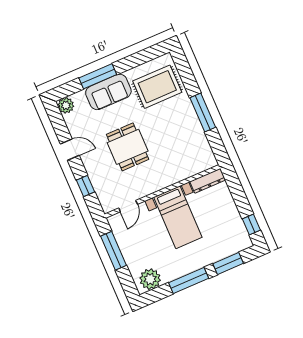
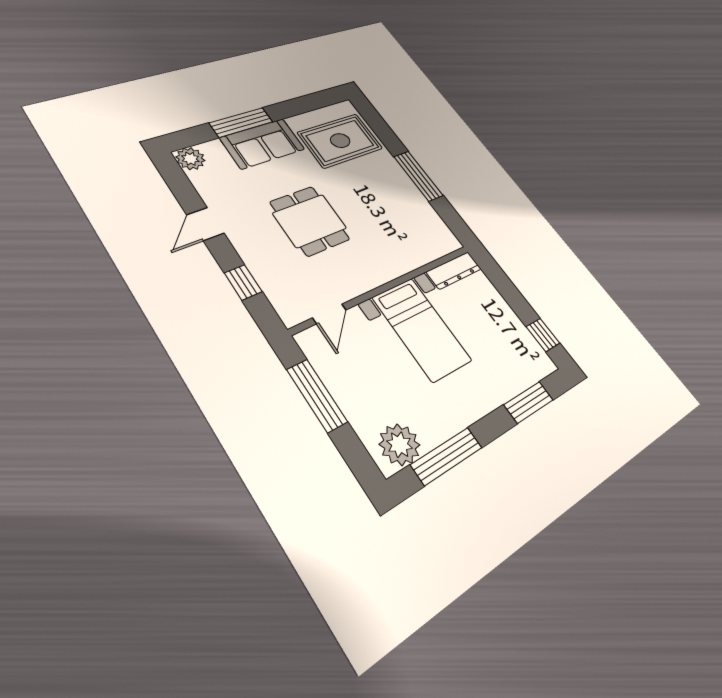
door: (70, 150) -> (205, 224), swing flipped
window: (189, 281) -> (447, 456), moved

